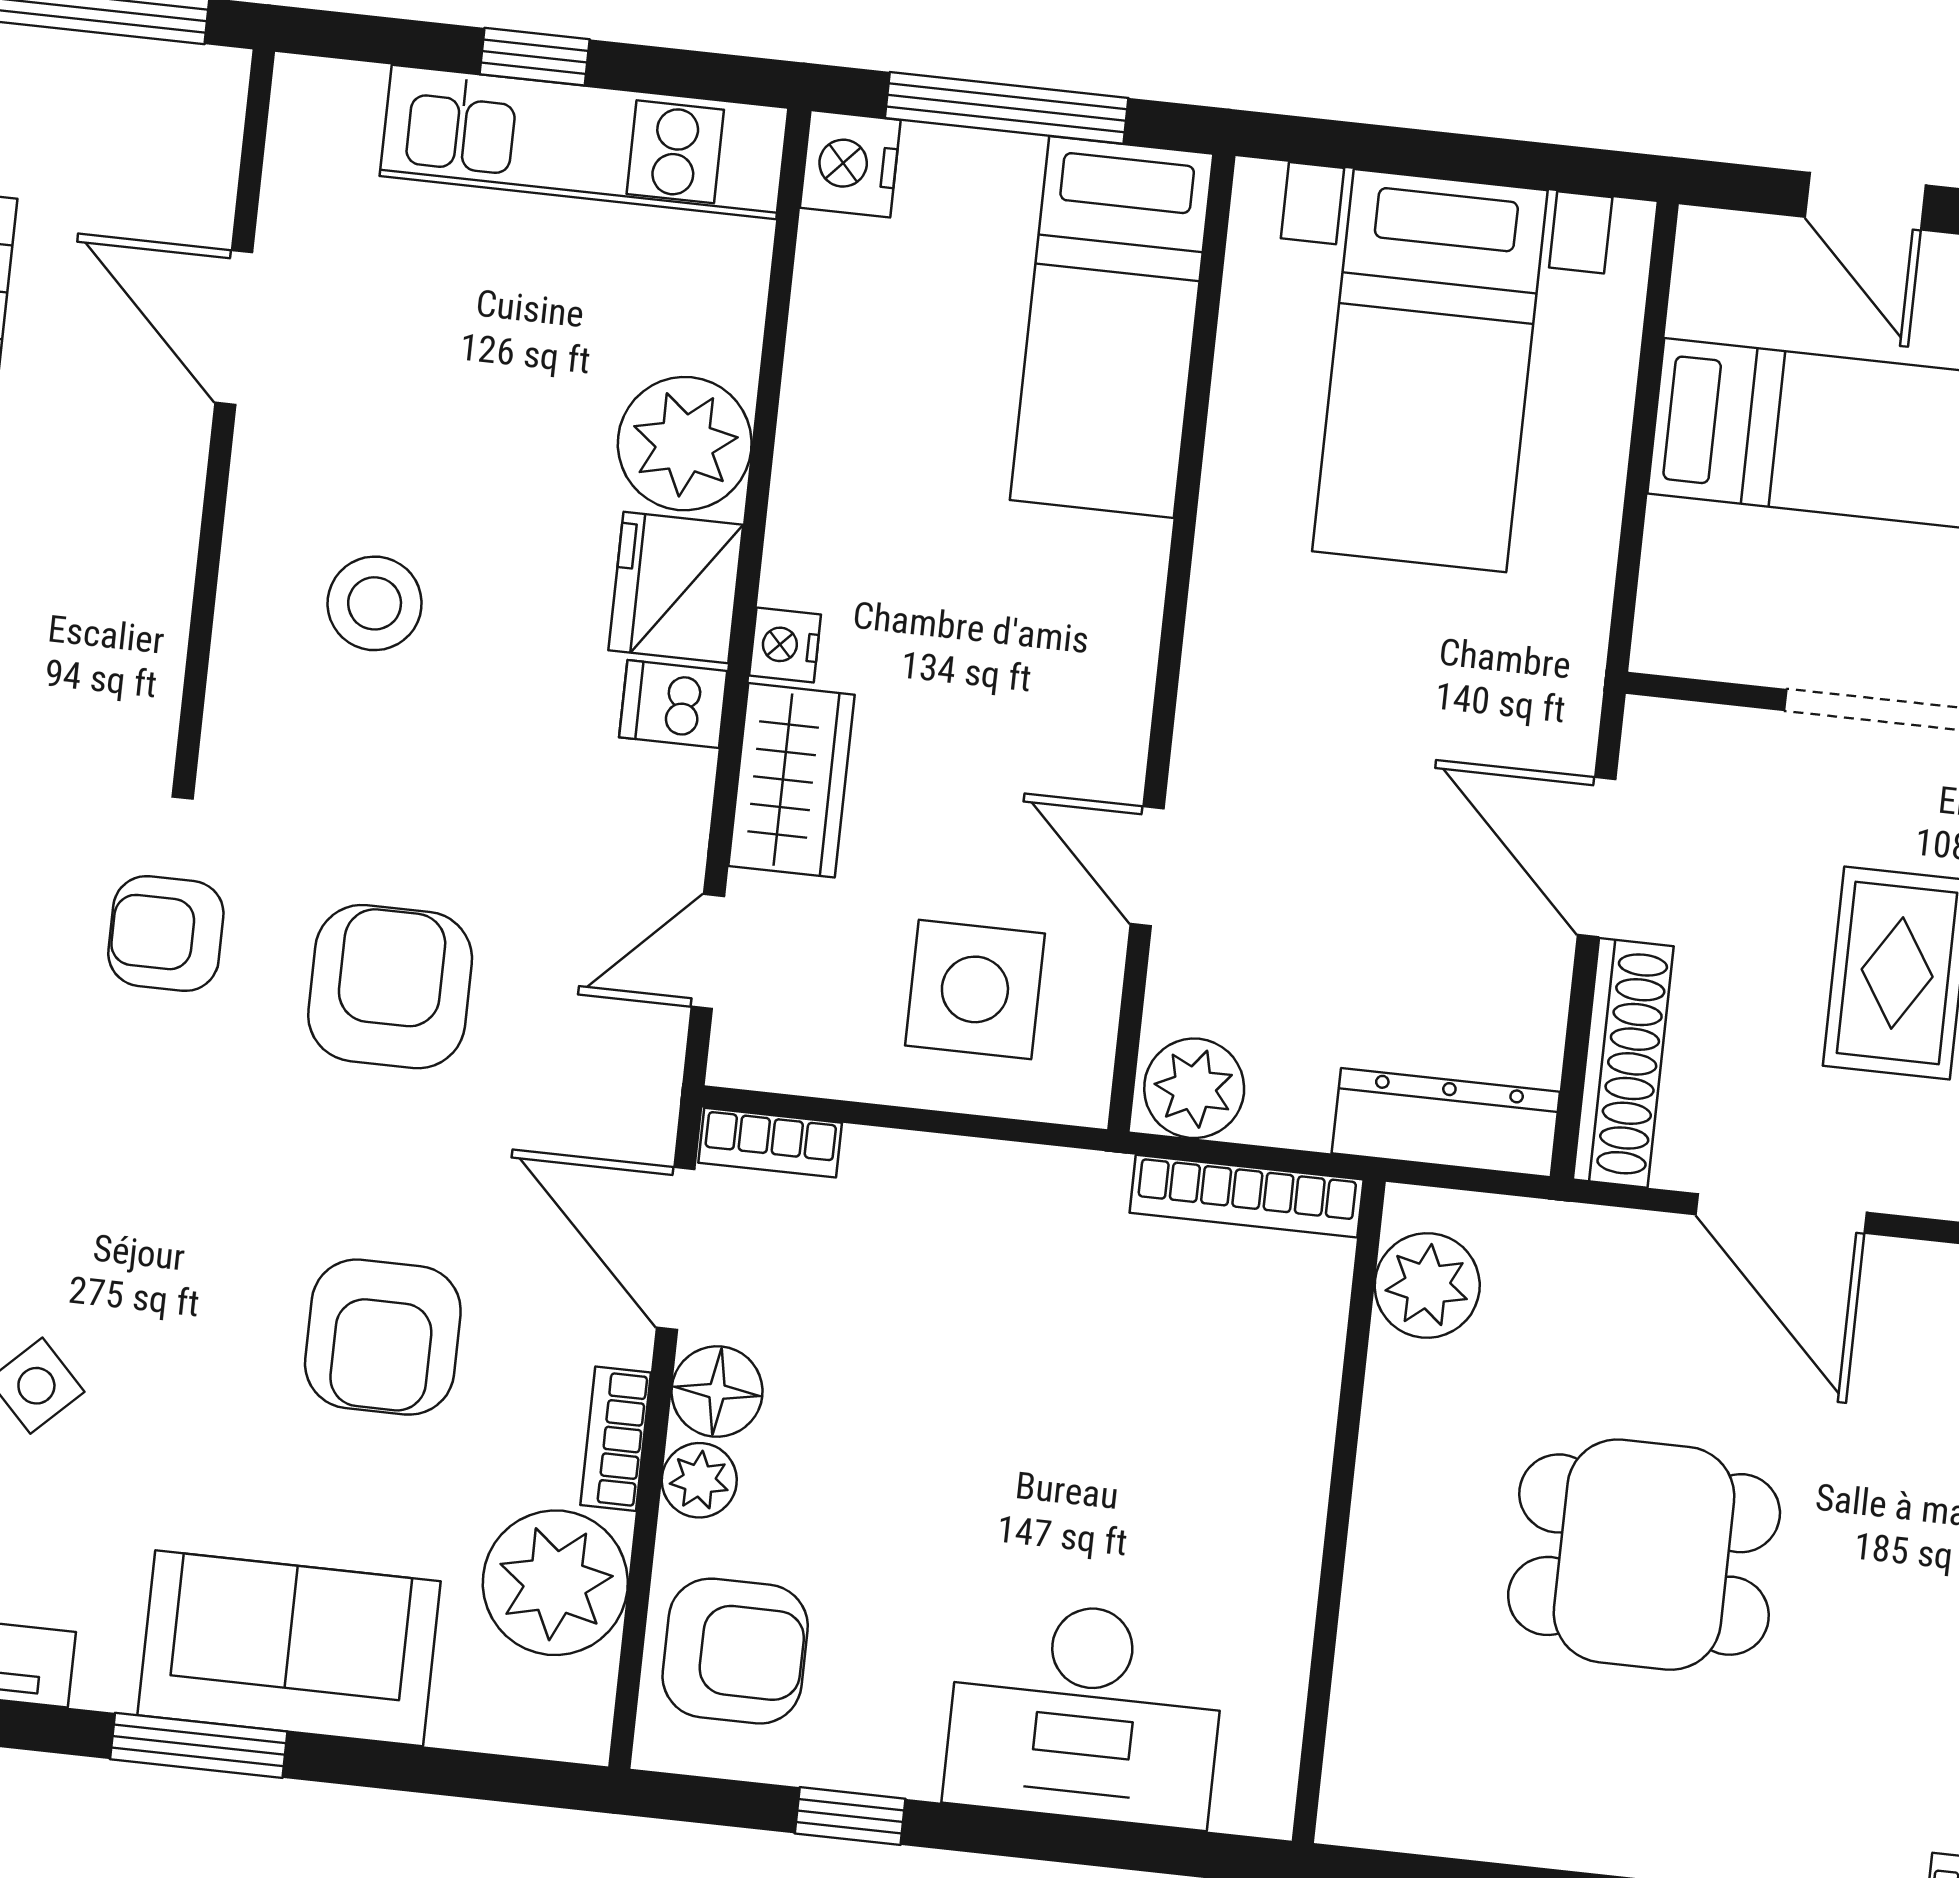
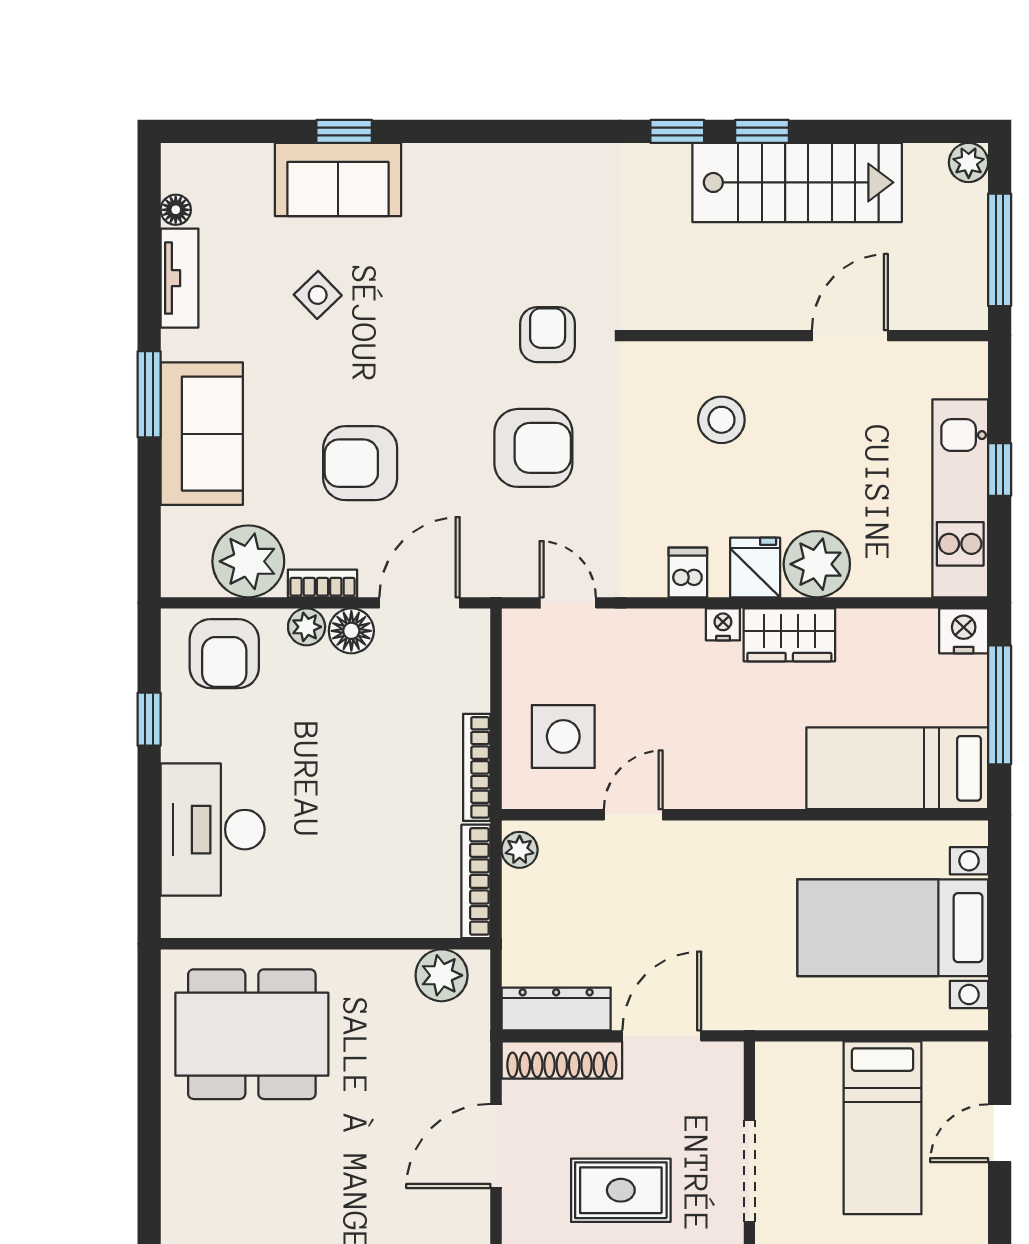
fridge: (676, 588) -> (755, 567), width x0.72
wardrobe: (791, 780) -> (789, 635), moved
plant: (1194, 1088) -> (520, 850), width x0.73, depth x0.73
dresser: (1446, 1123) -> (556, 1009), moved, turned -90
bookcase: (770, 1143) -> (477, 767), moved, width x1.56
dining table: (1644, 1555) -> (252, 1034), moved, width x1.38

